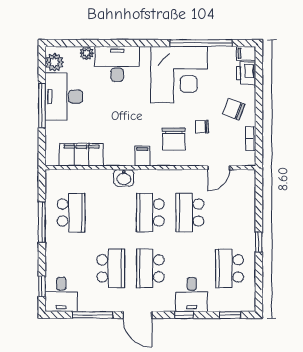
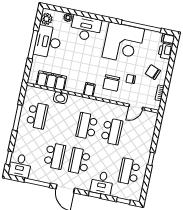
washbasin: (124, 178) -> (60, 98), moved
school desk: (190, 213) -> (112, 131), turned 180

